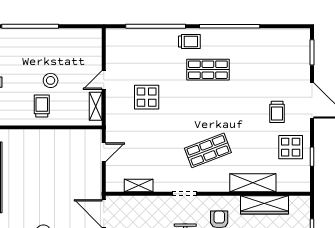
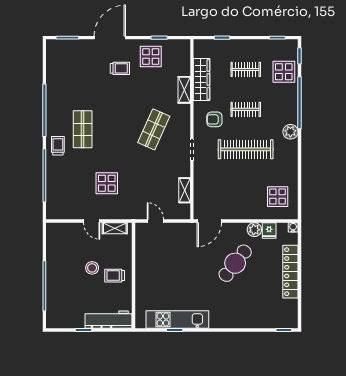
shop shelf: (208, 150) -> (154, 129), turned 45
shelving: (253, 183) -> (184, 90), width x0.67, depth x0.75

